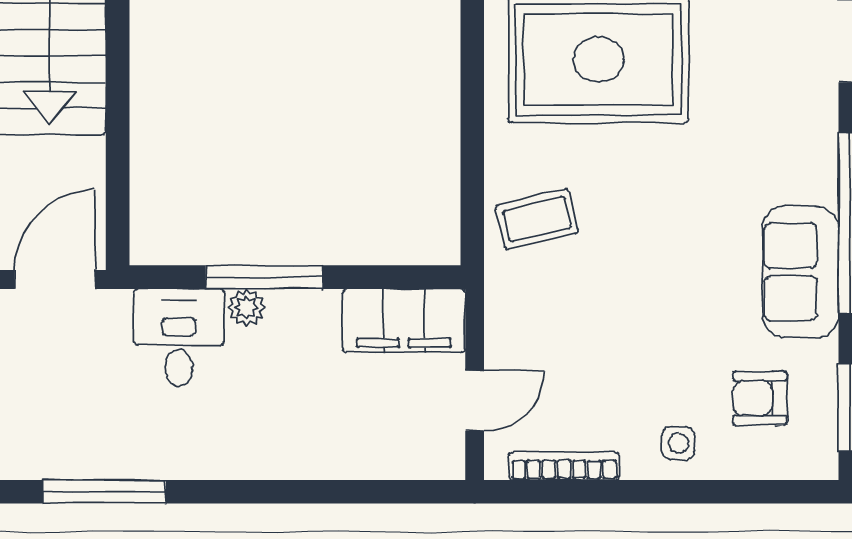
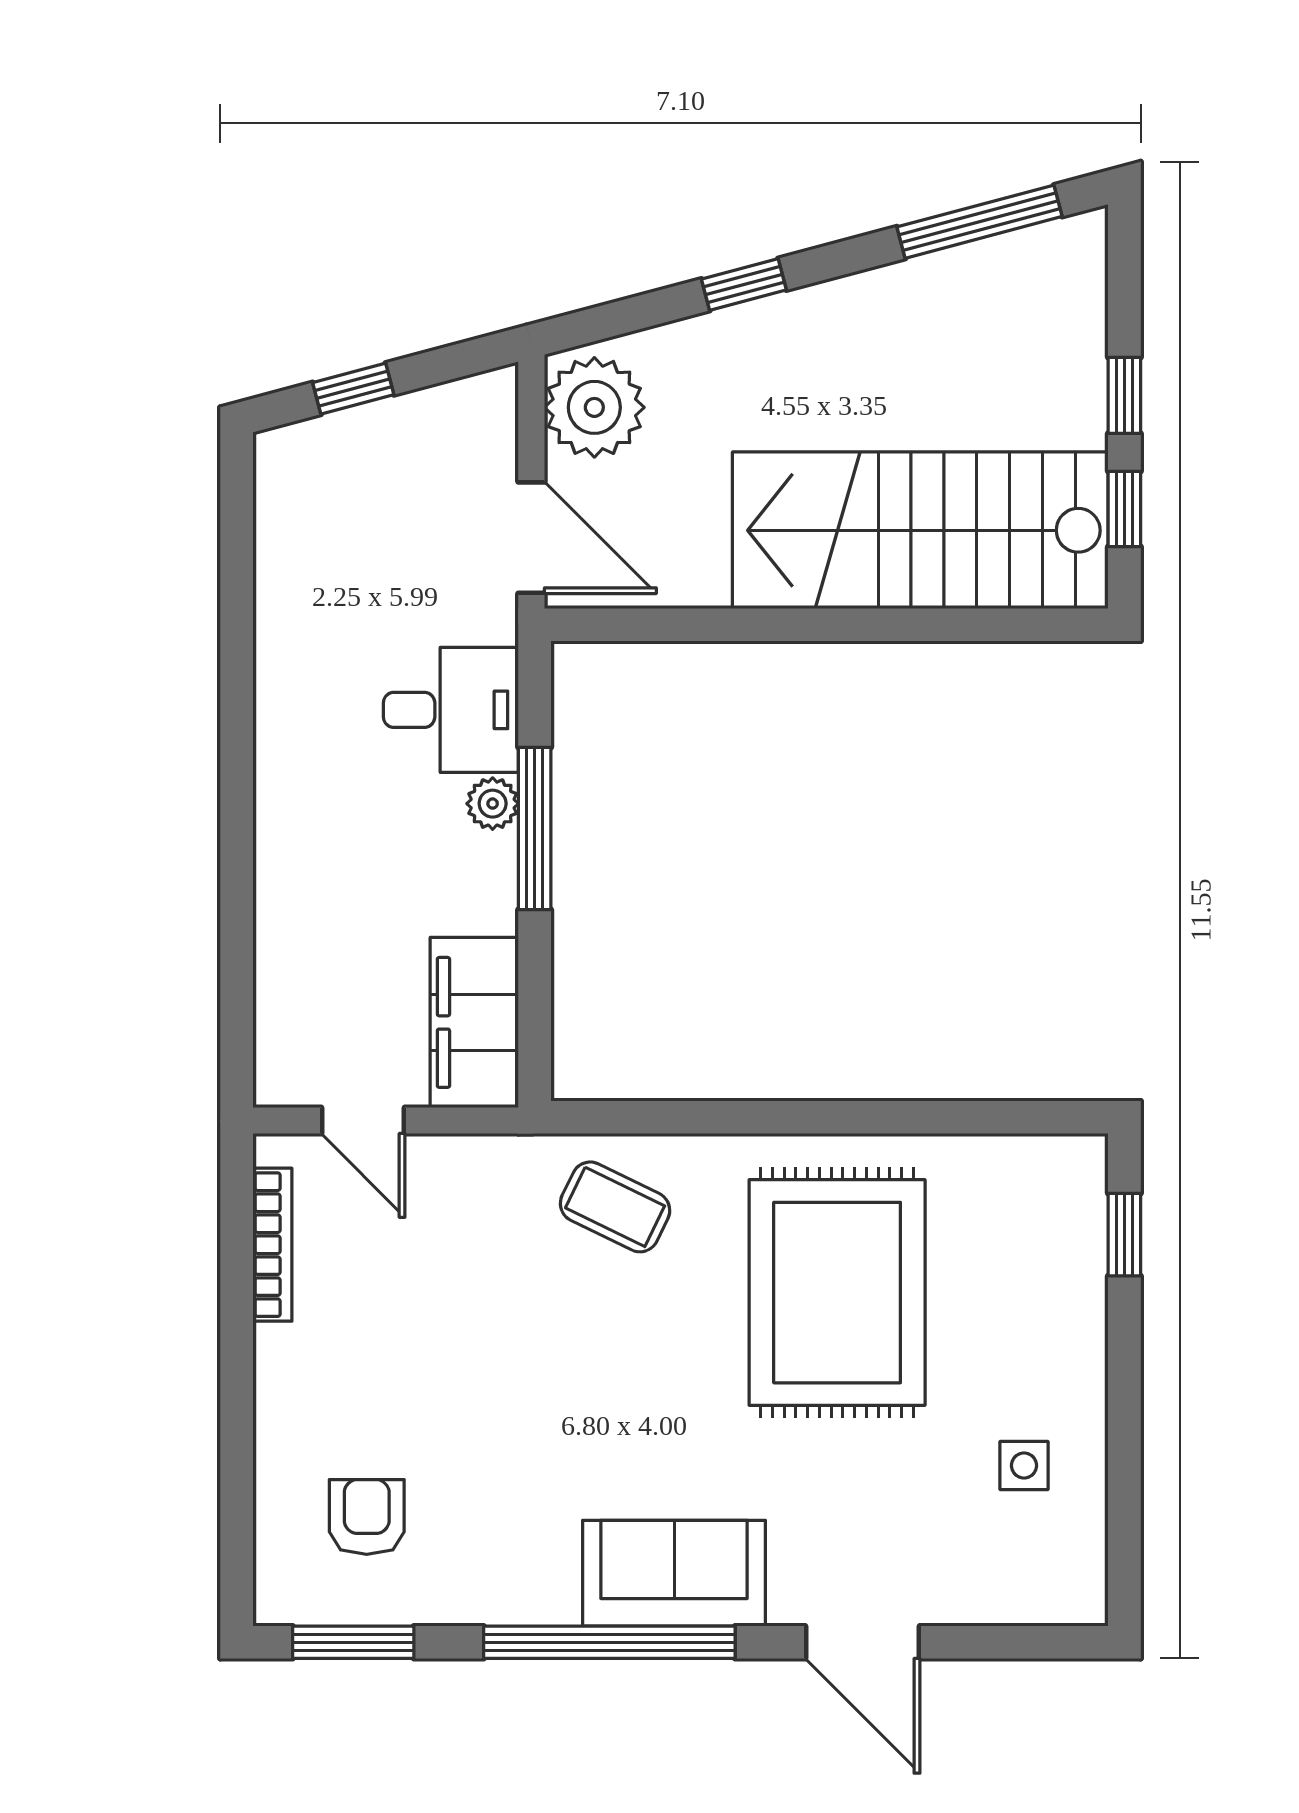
coffee table: (537, 219) -> (615, 1207), turned -51
sofa: (800, 272) -> (674, 1573), moved
side table: (678, 443) -> (304, 1403), removed
window: (104, 492) -> (237, 606), removed

